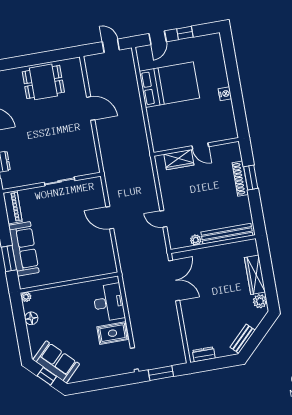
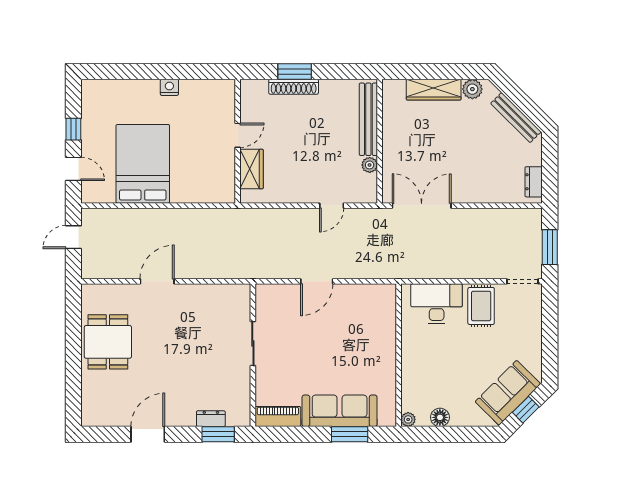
bench: (243, 339) -> (516, 118), width x1.36

